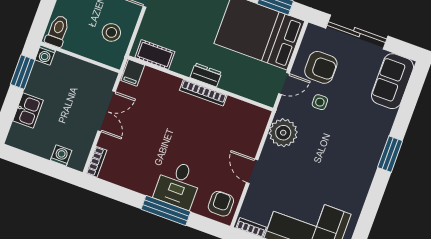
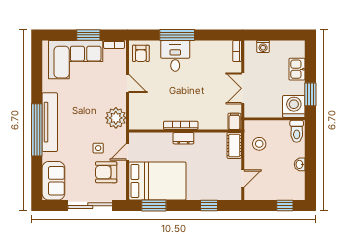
washing machine: (45, 55) -> (294, 106), width x1.89, depth x1.89
cot: (155, 55) -> (234, 145), moved, turned 90
window: (390, 154) -> (37, 130), width x2.11
tv unit: (370, 158) -> (50, 122), added

